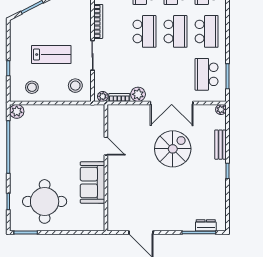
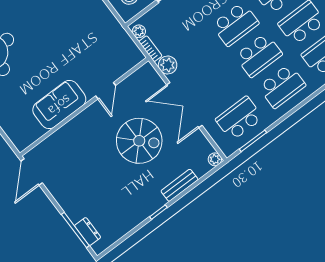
door: (106, 146) -> (106, 91), moved
wall: (106, 168) -> (84, 107), moved
sofa: (92, 182) -> (59, 105), moved

